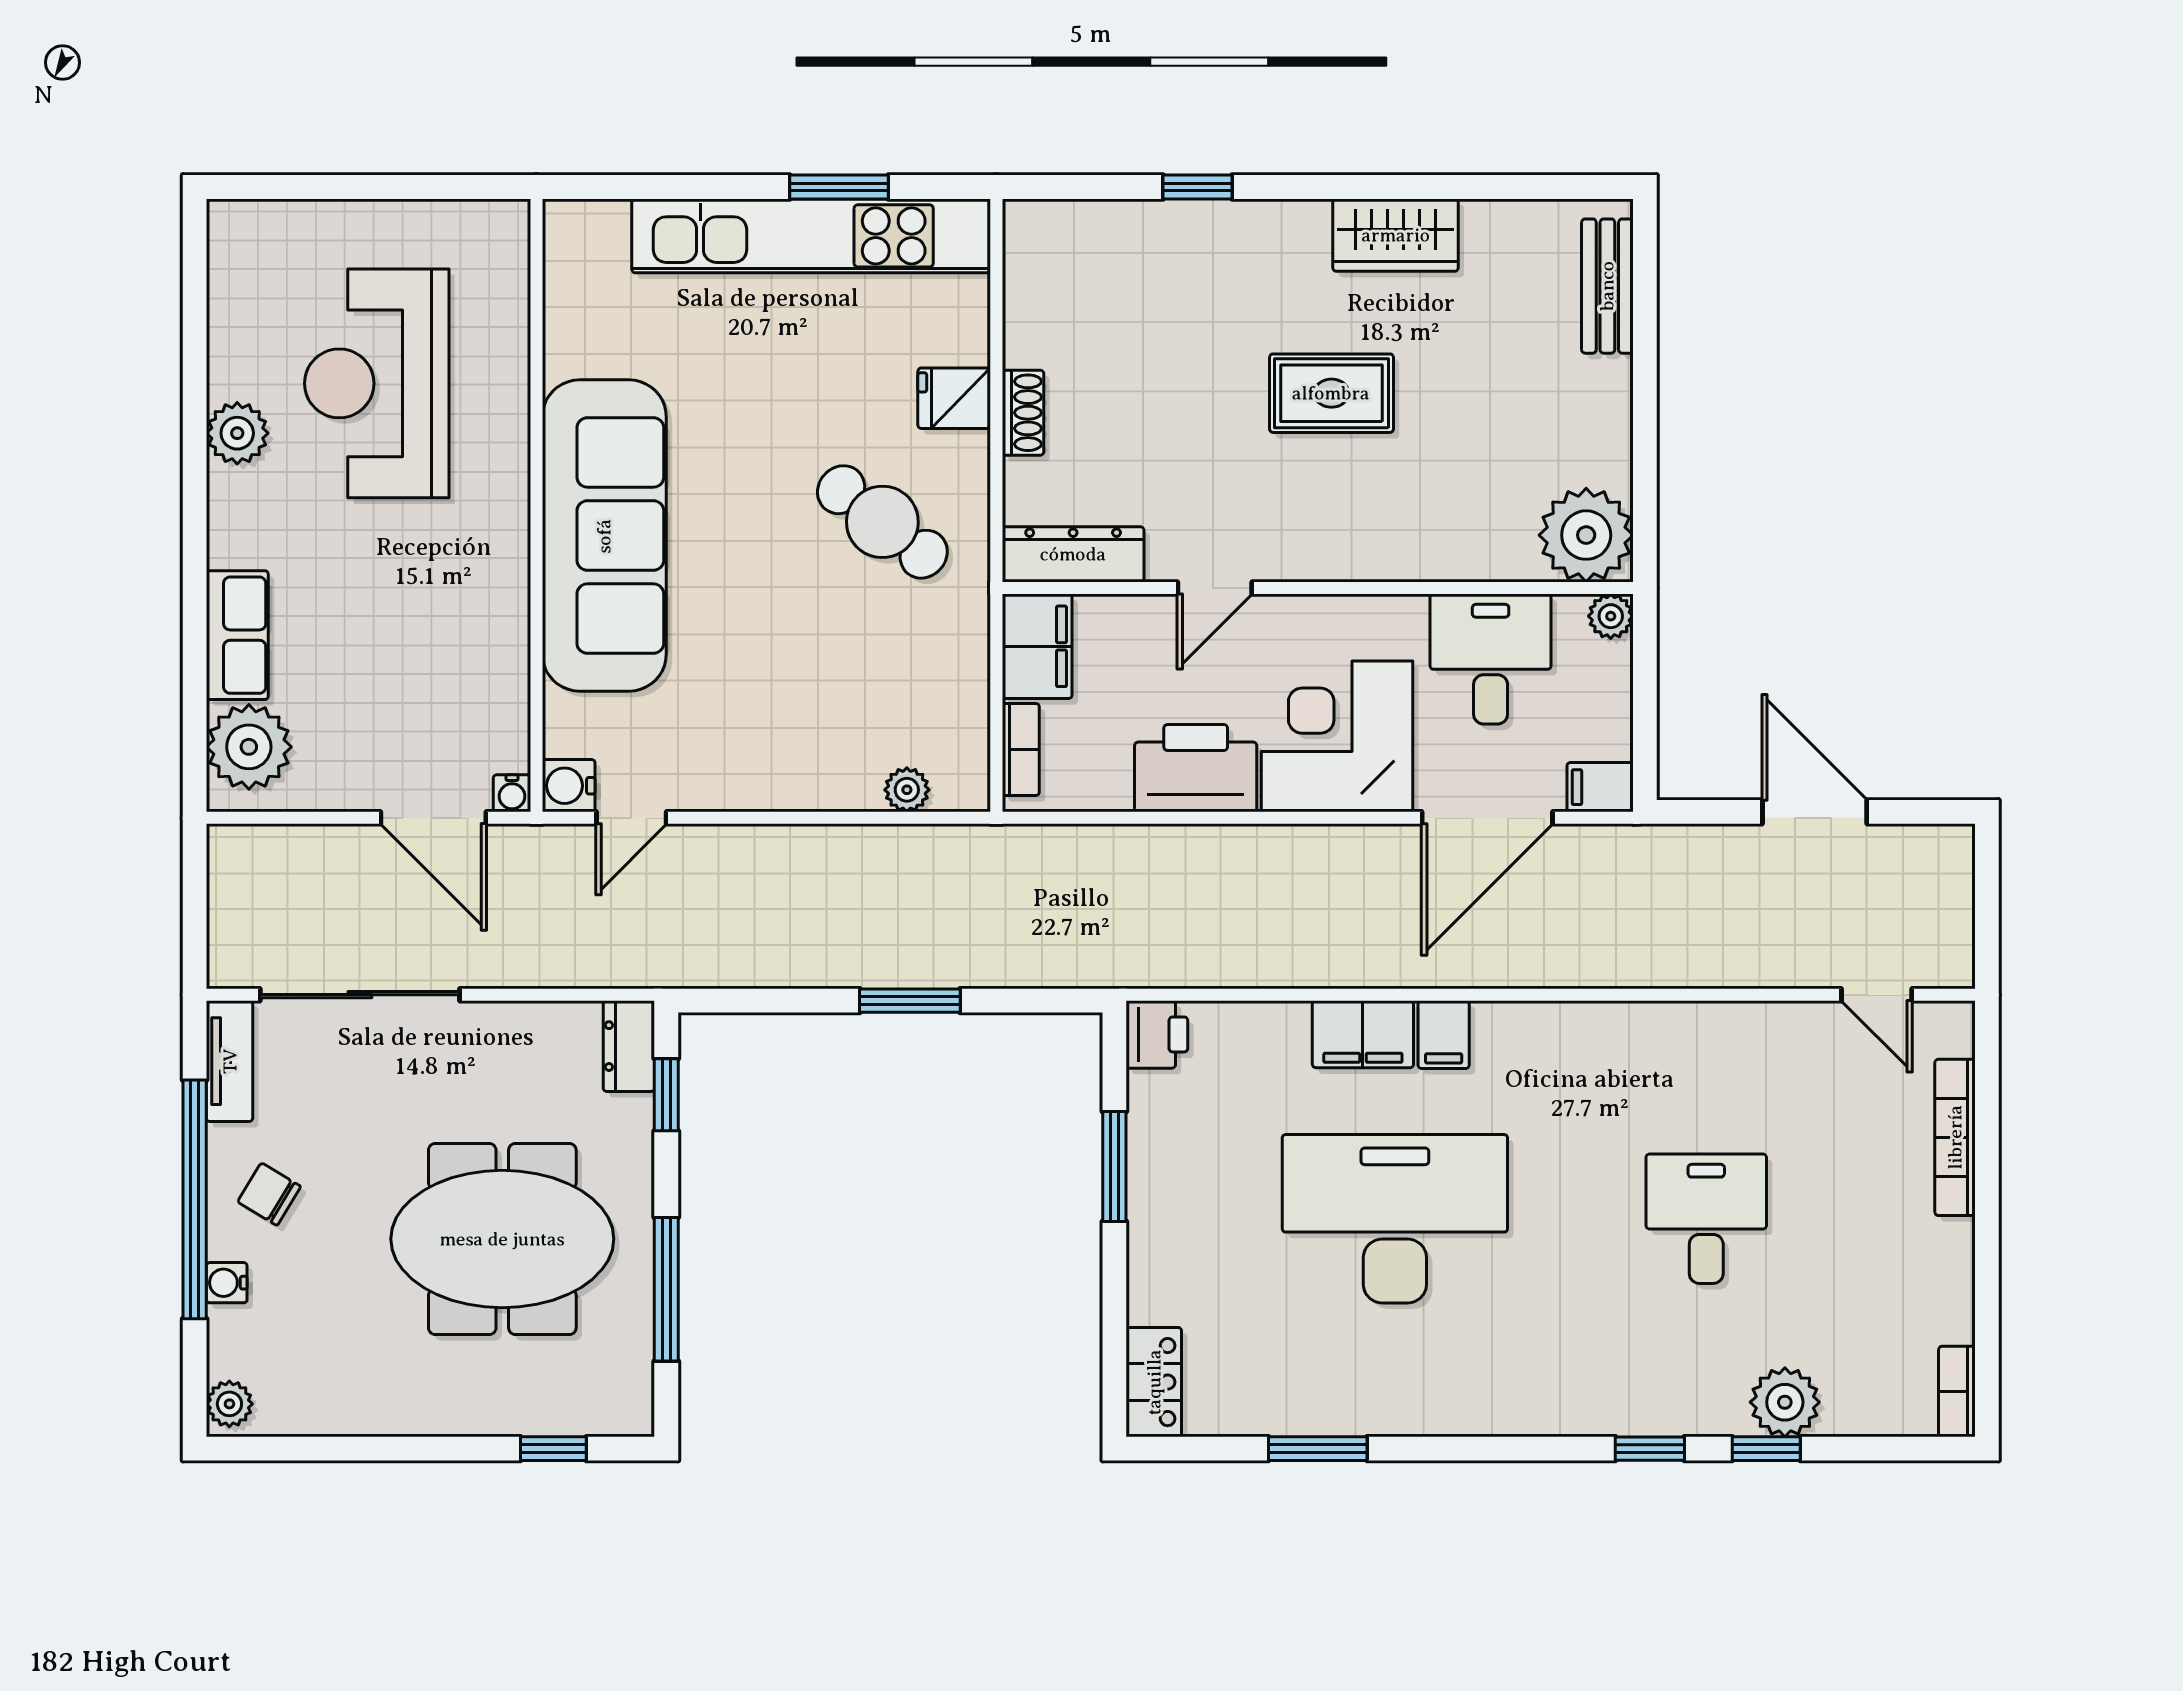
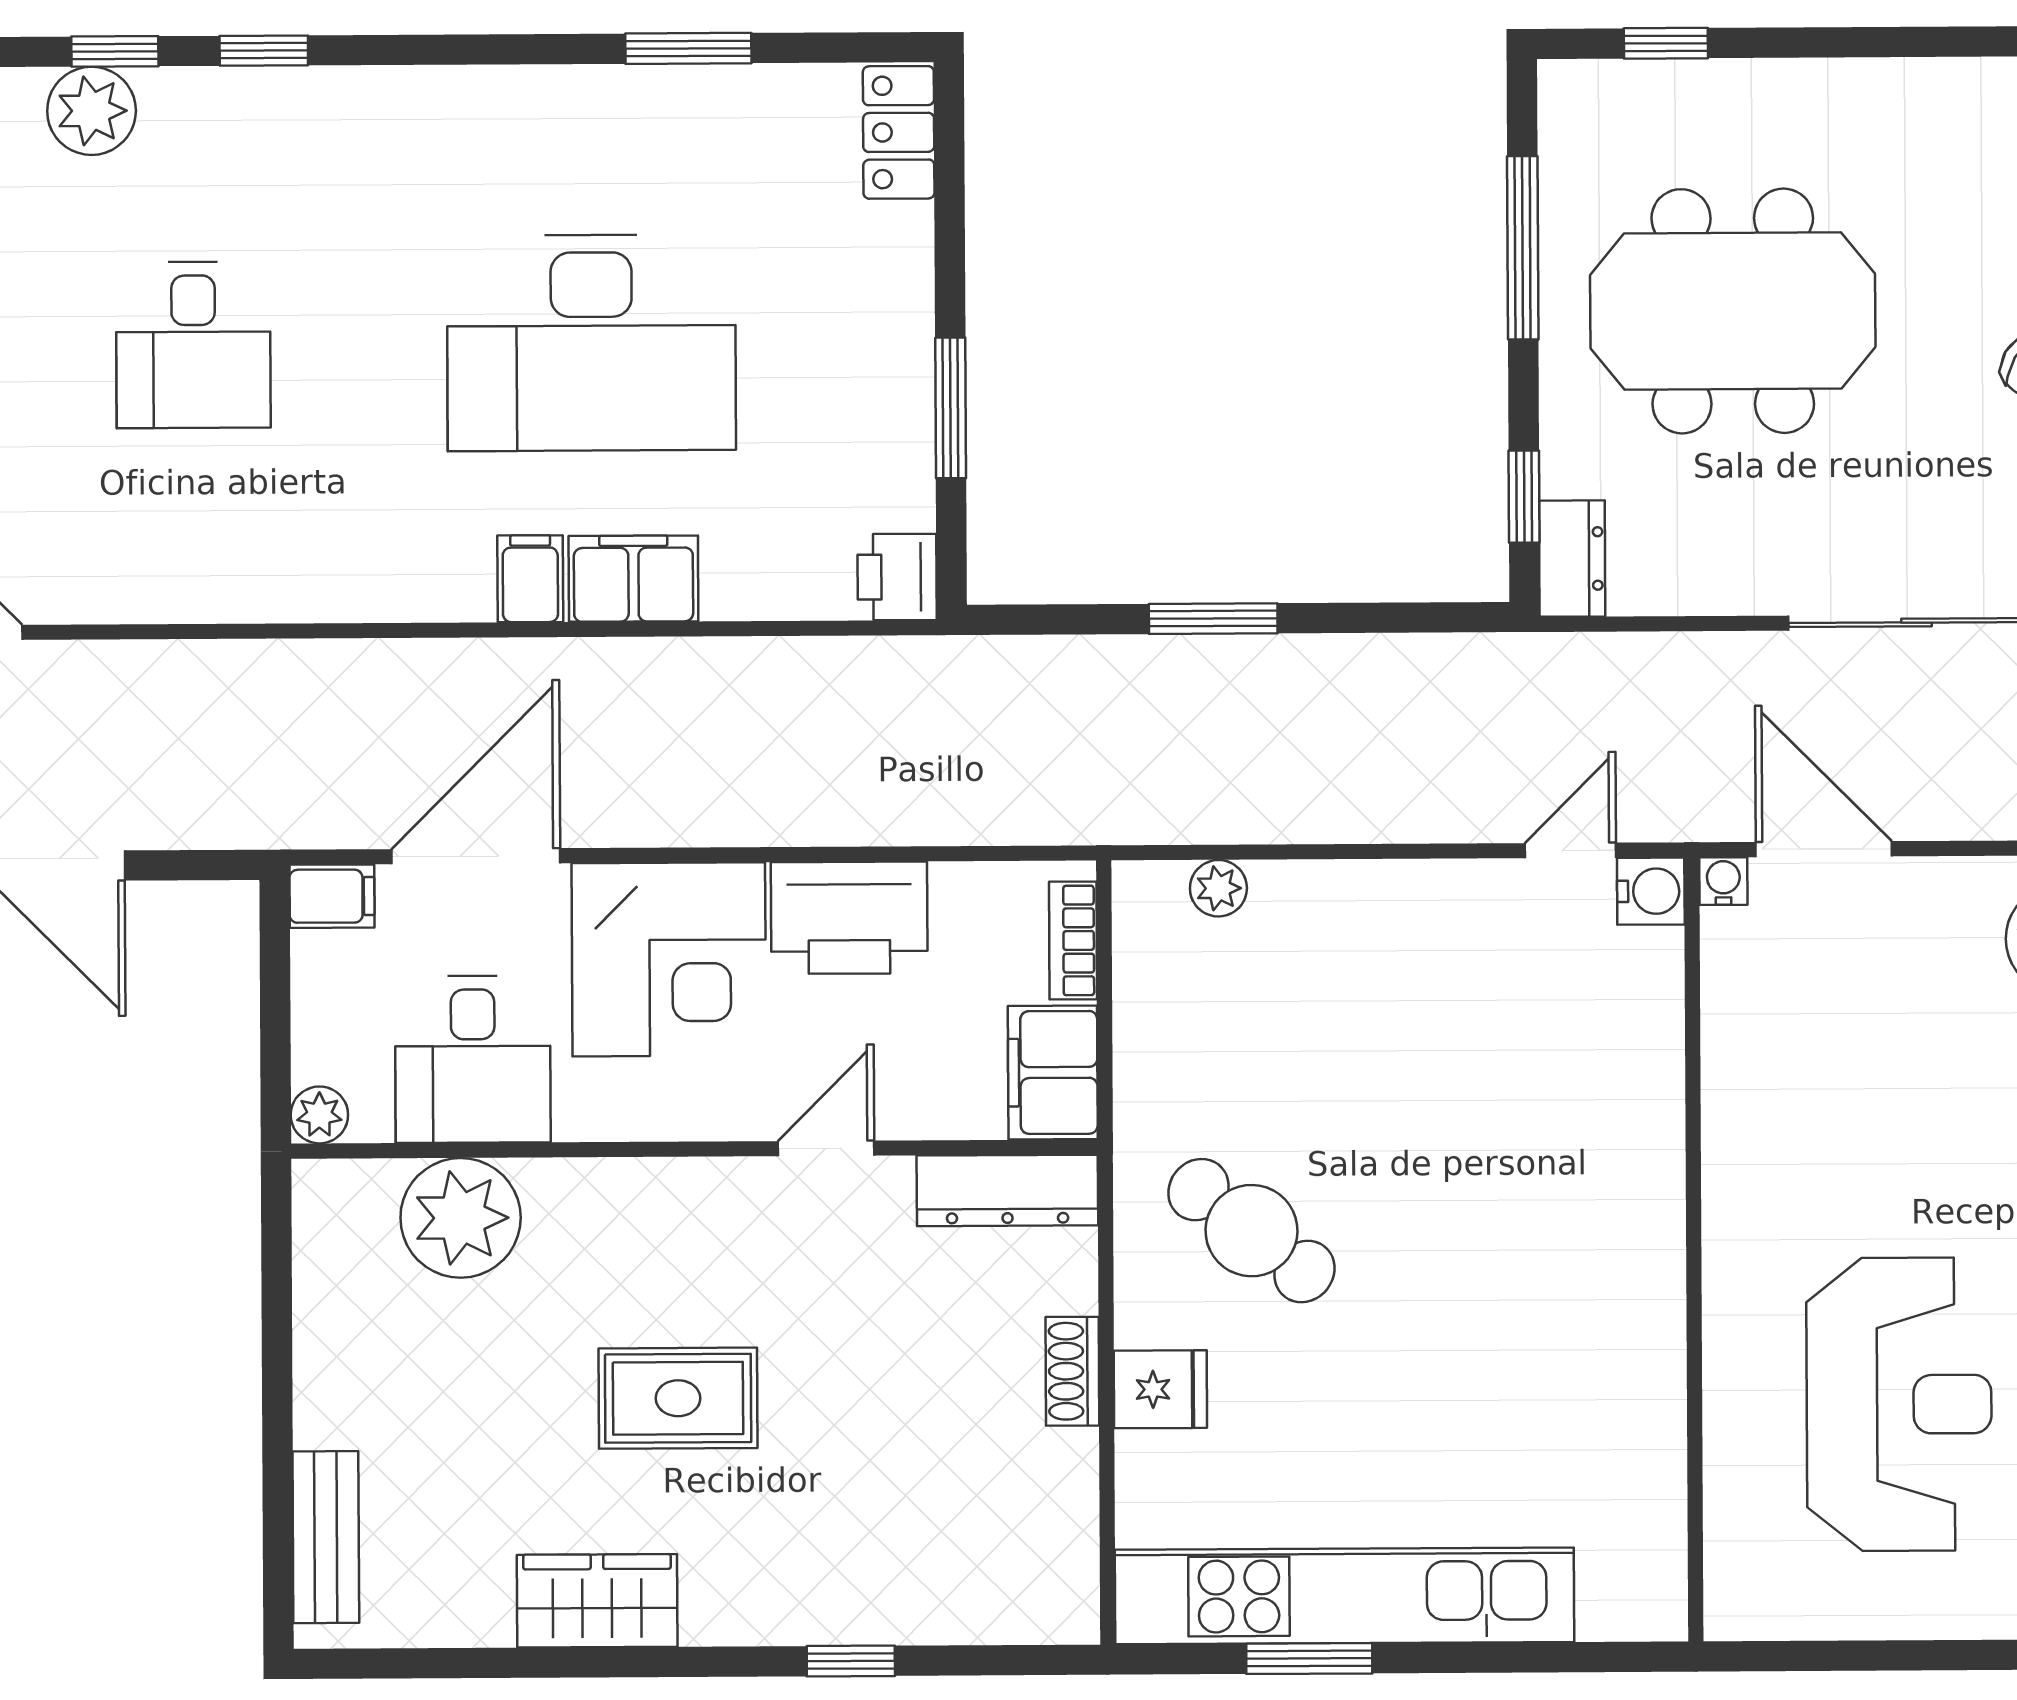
plant: (1586, 535) -> (461, 1218), moved
sofa: (604, 536) -> (1607, 1211), removed

